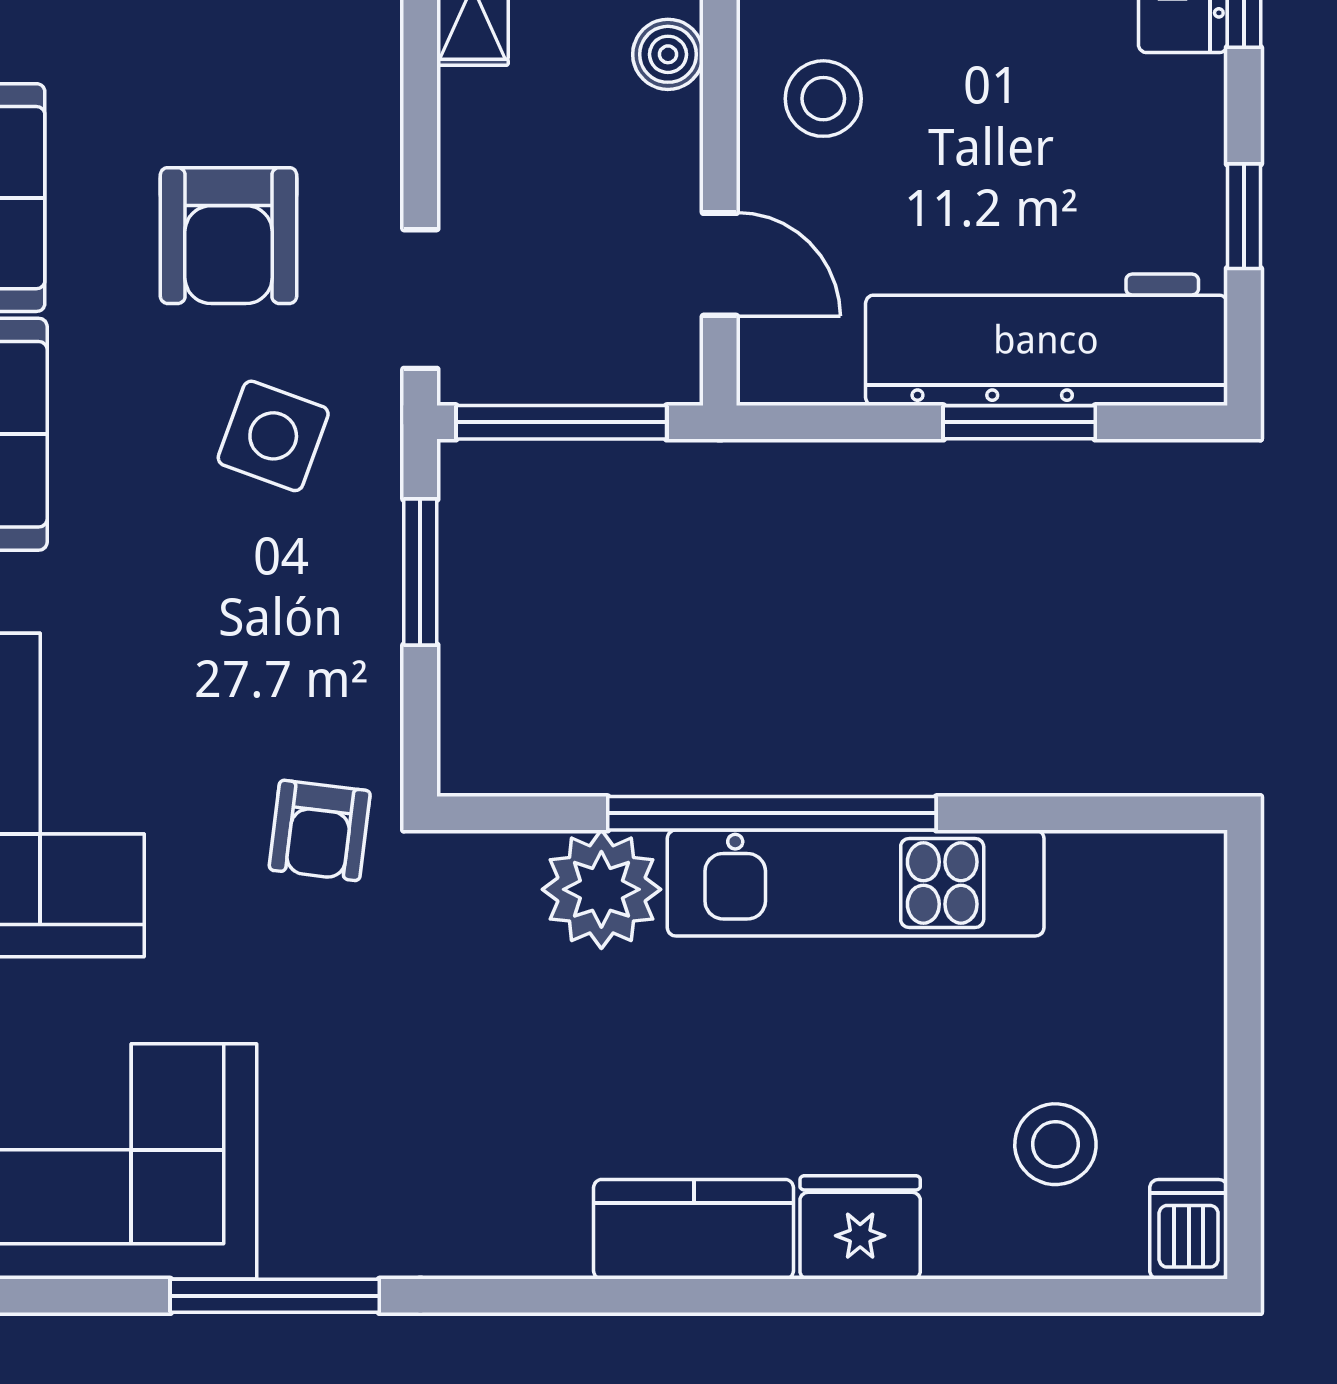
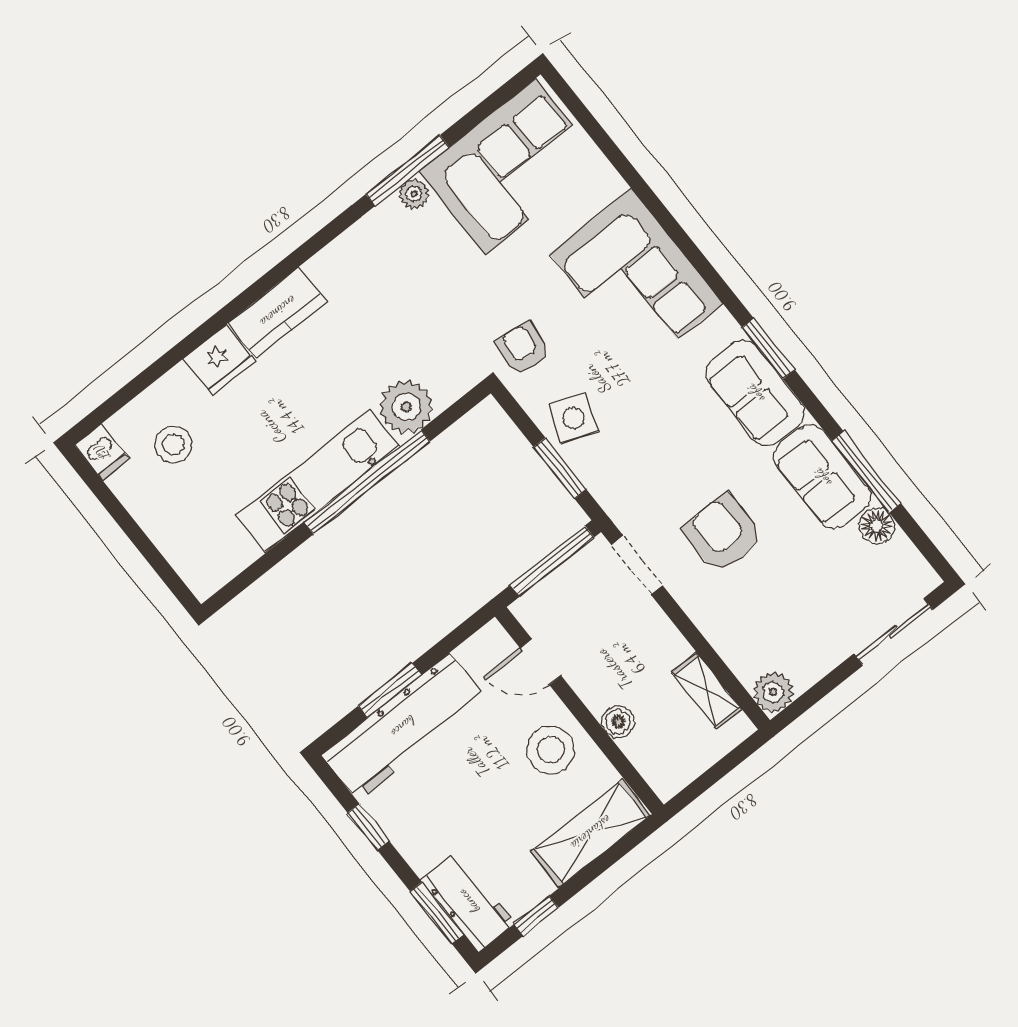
stool: (823, 99) -> (551, 750), width x1.38, depth x1.38
side table: (273, 436) -> (573, 418), moved
plant: (296, 1247) -> (414, 194), added

